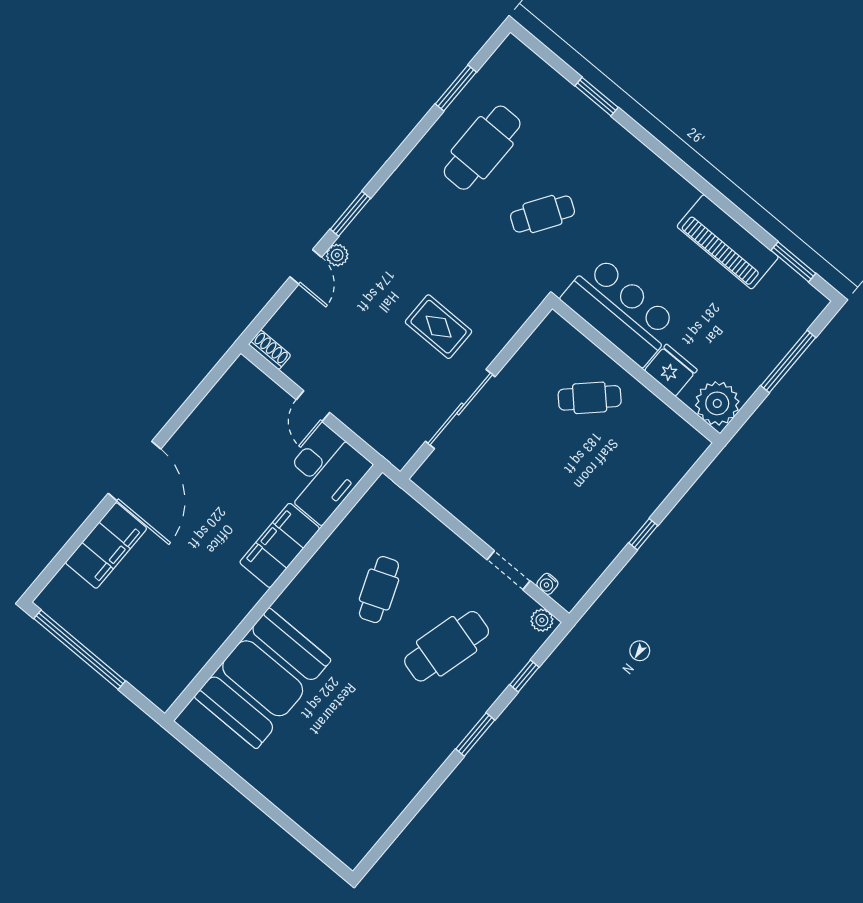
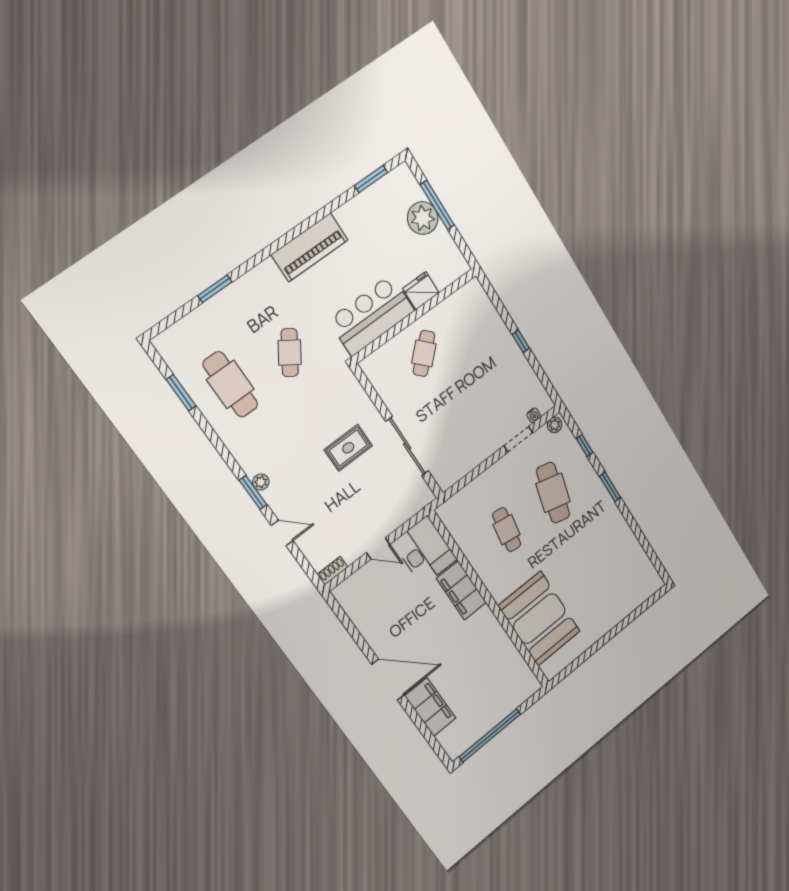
piano: (728, 242) -> (310, 247), moved
plant: (337, 255) -> (261, 482), moved
plant: (717, 403) -> (423, 218), moved
cafe table: (379, 590) -> (507, 530), turned 30

